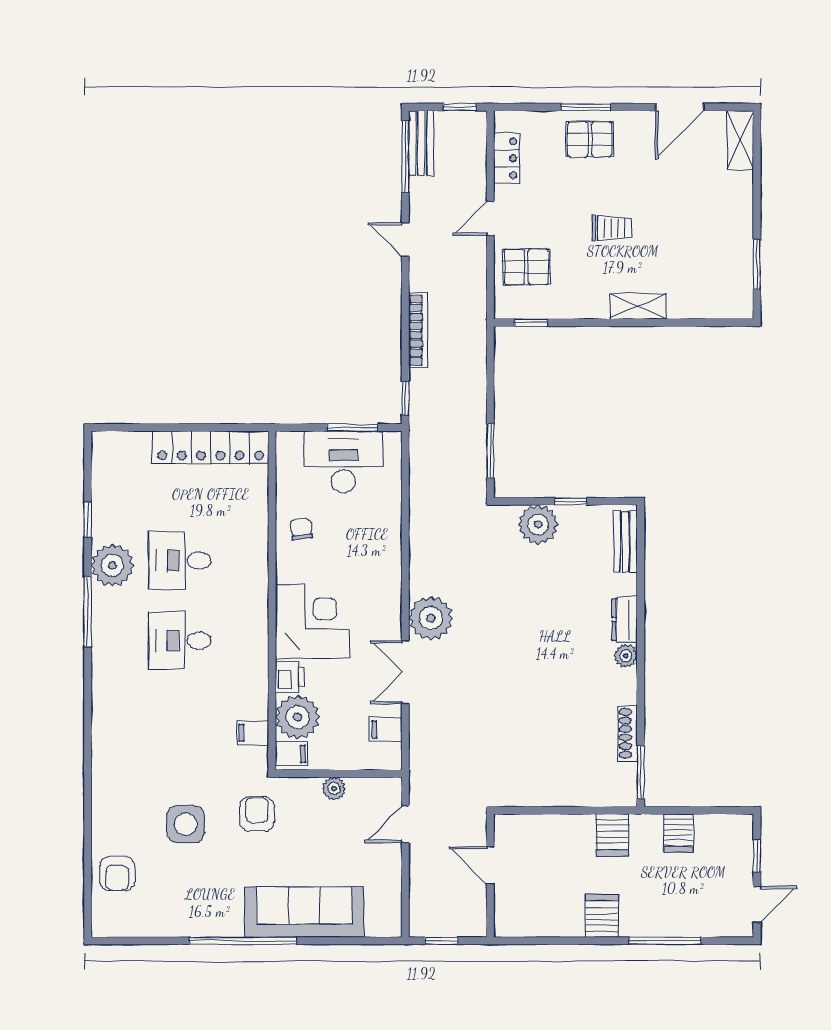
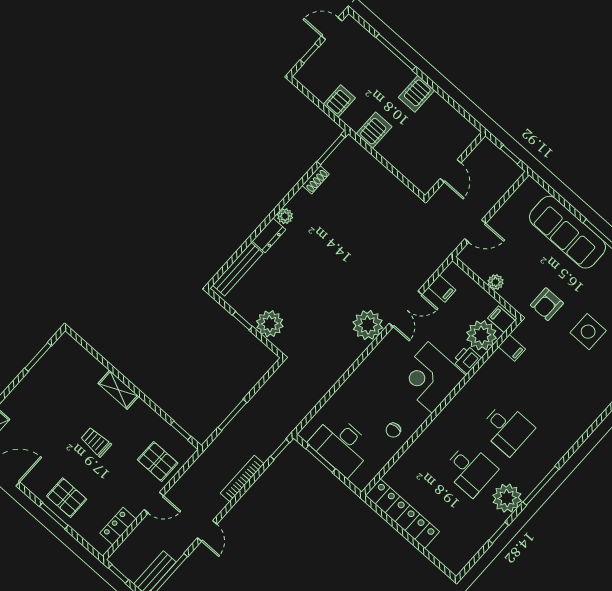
window: (490, 451) -> (232, 415), moved
bench: (625, 541) -> (238, 269), width x1.36
shoe rack: (628, 733) -> (316, 180), width x0.70

